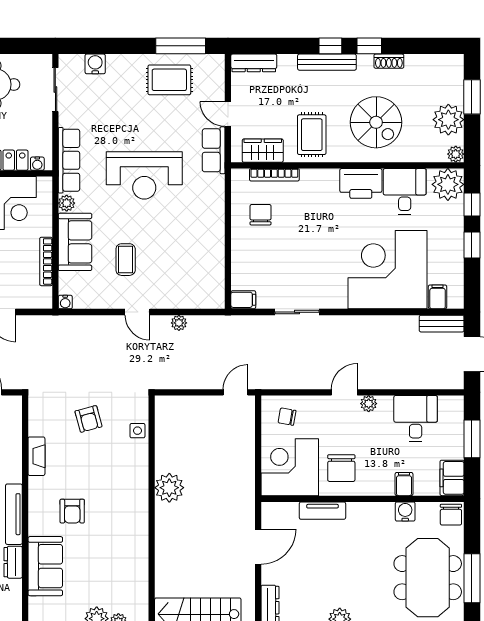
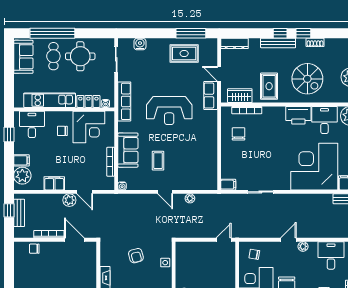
plant: (67, 203) -> (123, 127), removed

